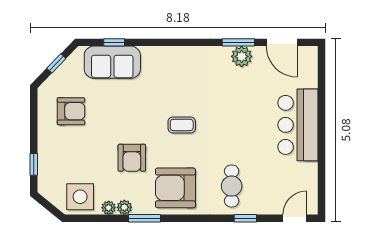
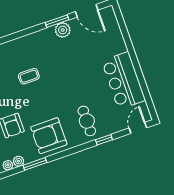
coffee table: (182, 125) -> (29, 76), moved
bar counter: (298, 125) -> (124, 81), moved

